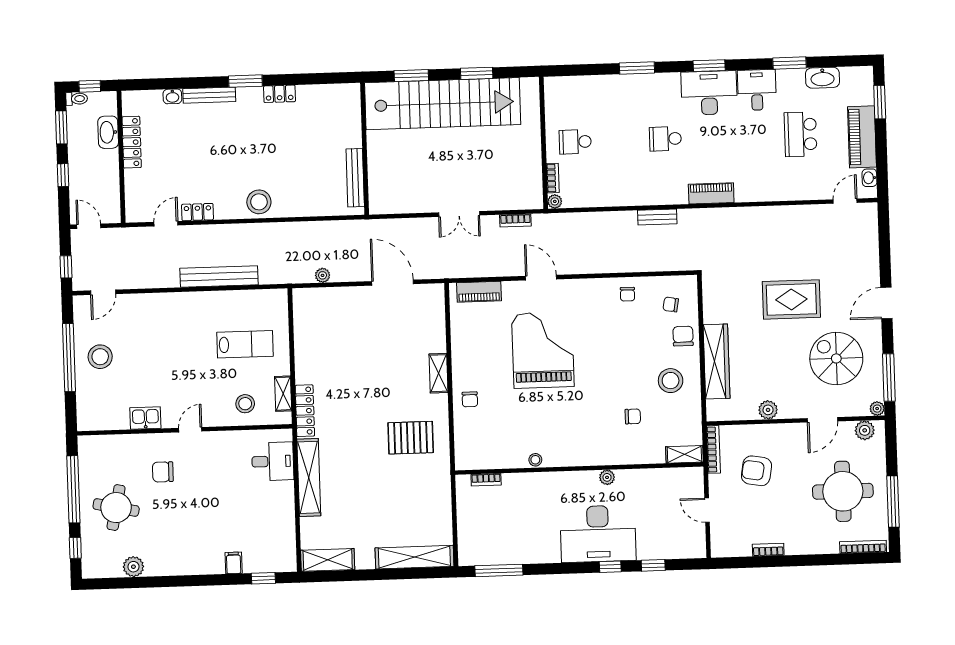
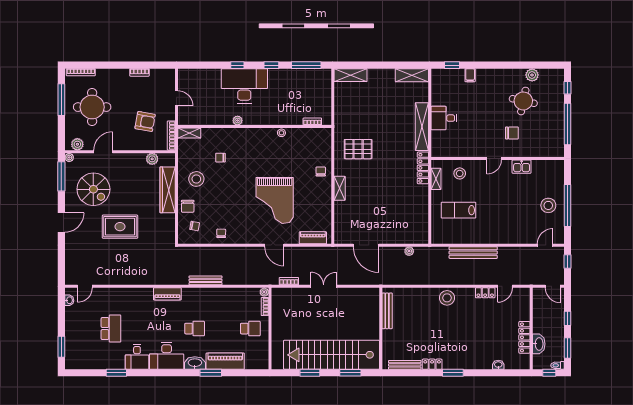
window: (709, 66) -> (166, 373), removed
washbasin: (822, 78) -> (195, 363), moved
bench: (209, 95) -> (405, 365), moved
piano: (862, 137) -> (225, 361), moved, turned -90
bench: (657, 217) -> (206, 280), width x1.36
plant: (768, 410) -> (152, 159), moved
desk: (273, 461) -> (444, 118), moved
round table: (116, 508) -> (523, 101), moved
shelving: (414, 557) -> (351, 75), width x0.68
window: (653, 565) -> (271, 65), moved

